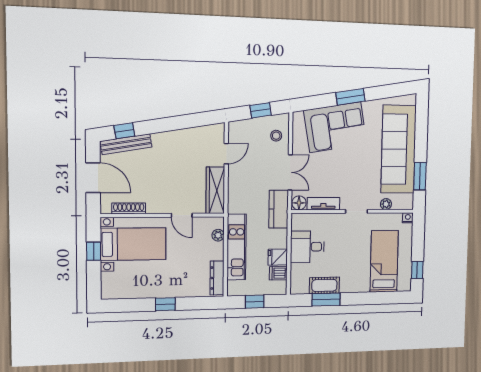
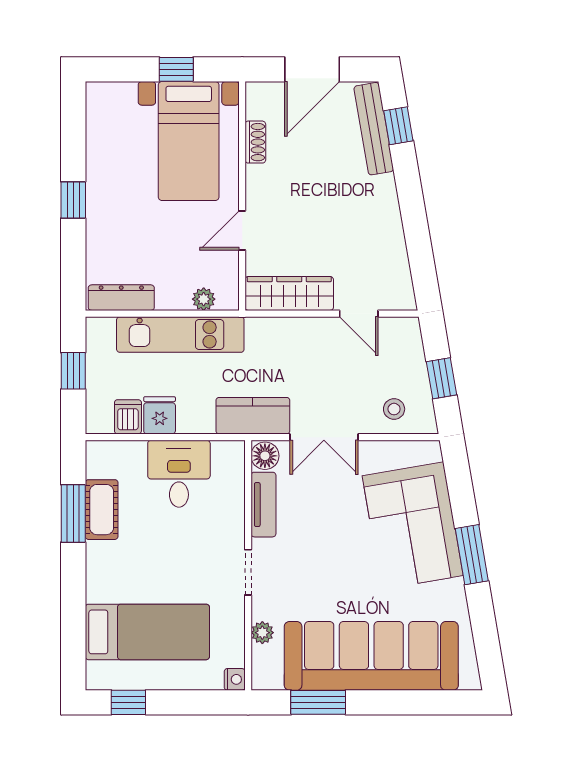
shoe rack: (129, 208) -> (255, 142), width x0.70

